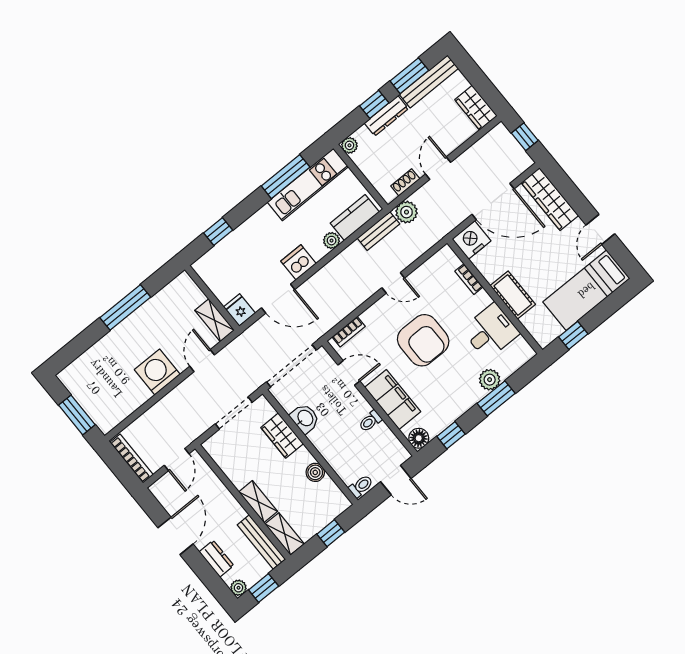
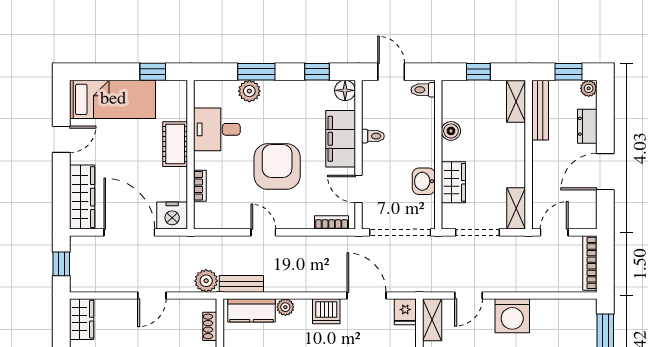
shoe rack: (405, 182) -> (210, 326), moved, turned 90
shelving: (258, 502) -> (516, 208), moved

